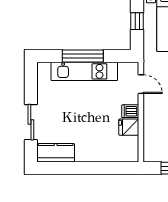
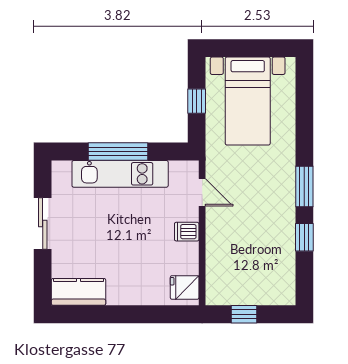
sliding door: (31, 122) -> (43, 224), moved
fridge: (129, 127) -> (185, 287), moved

